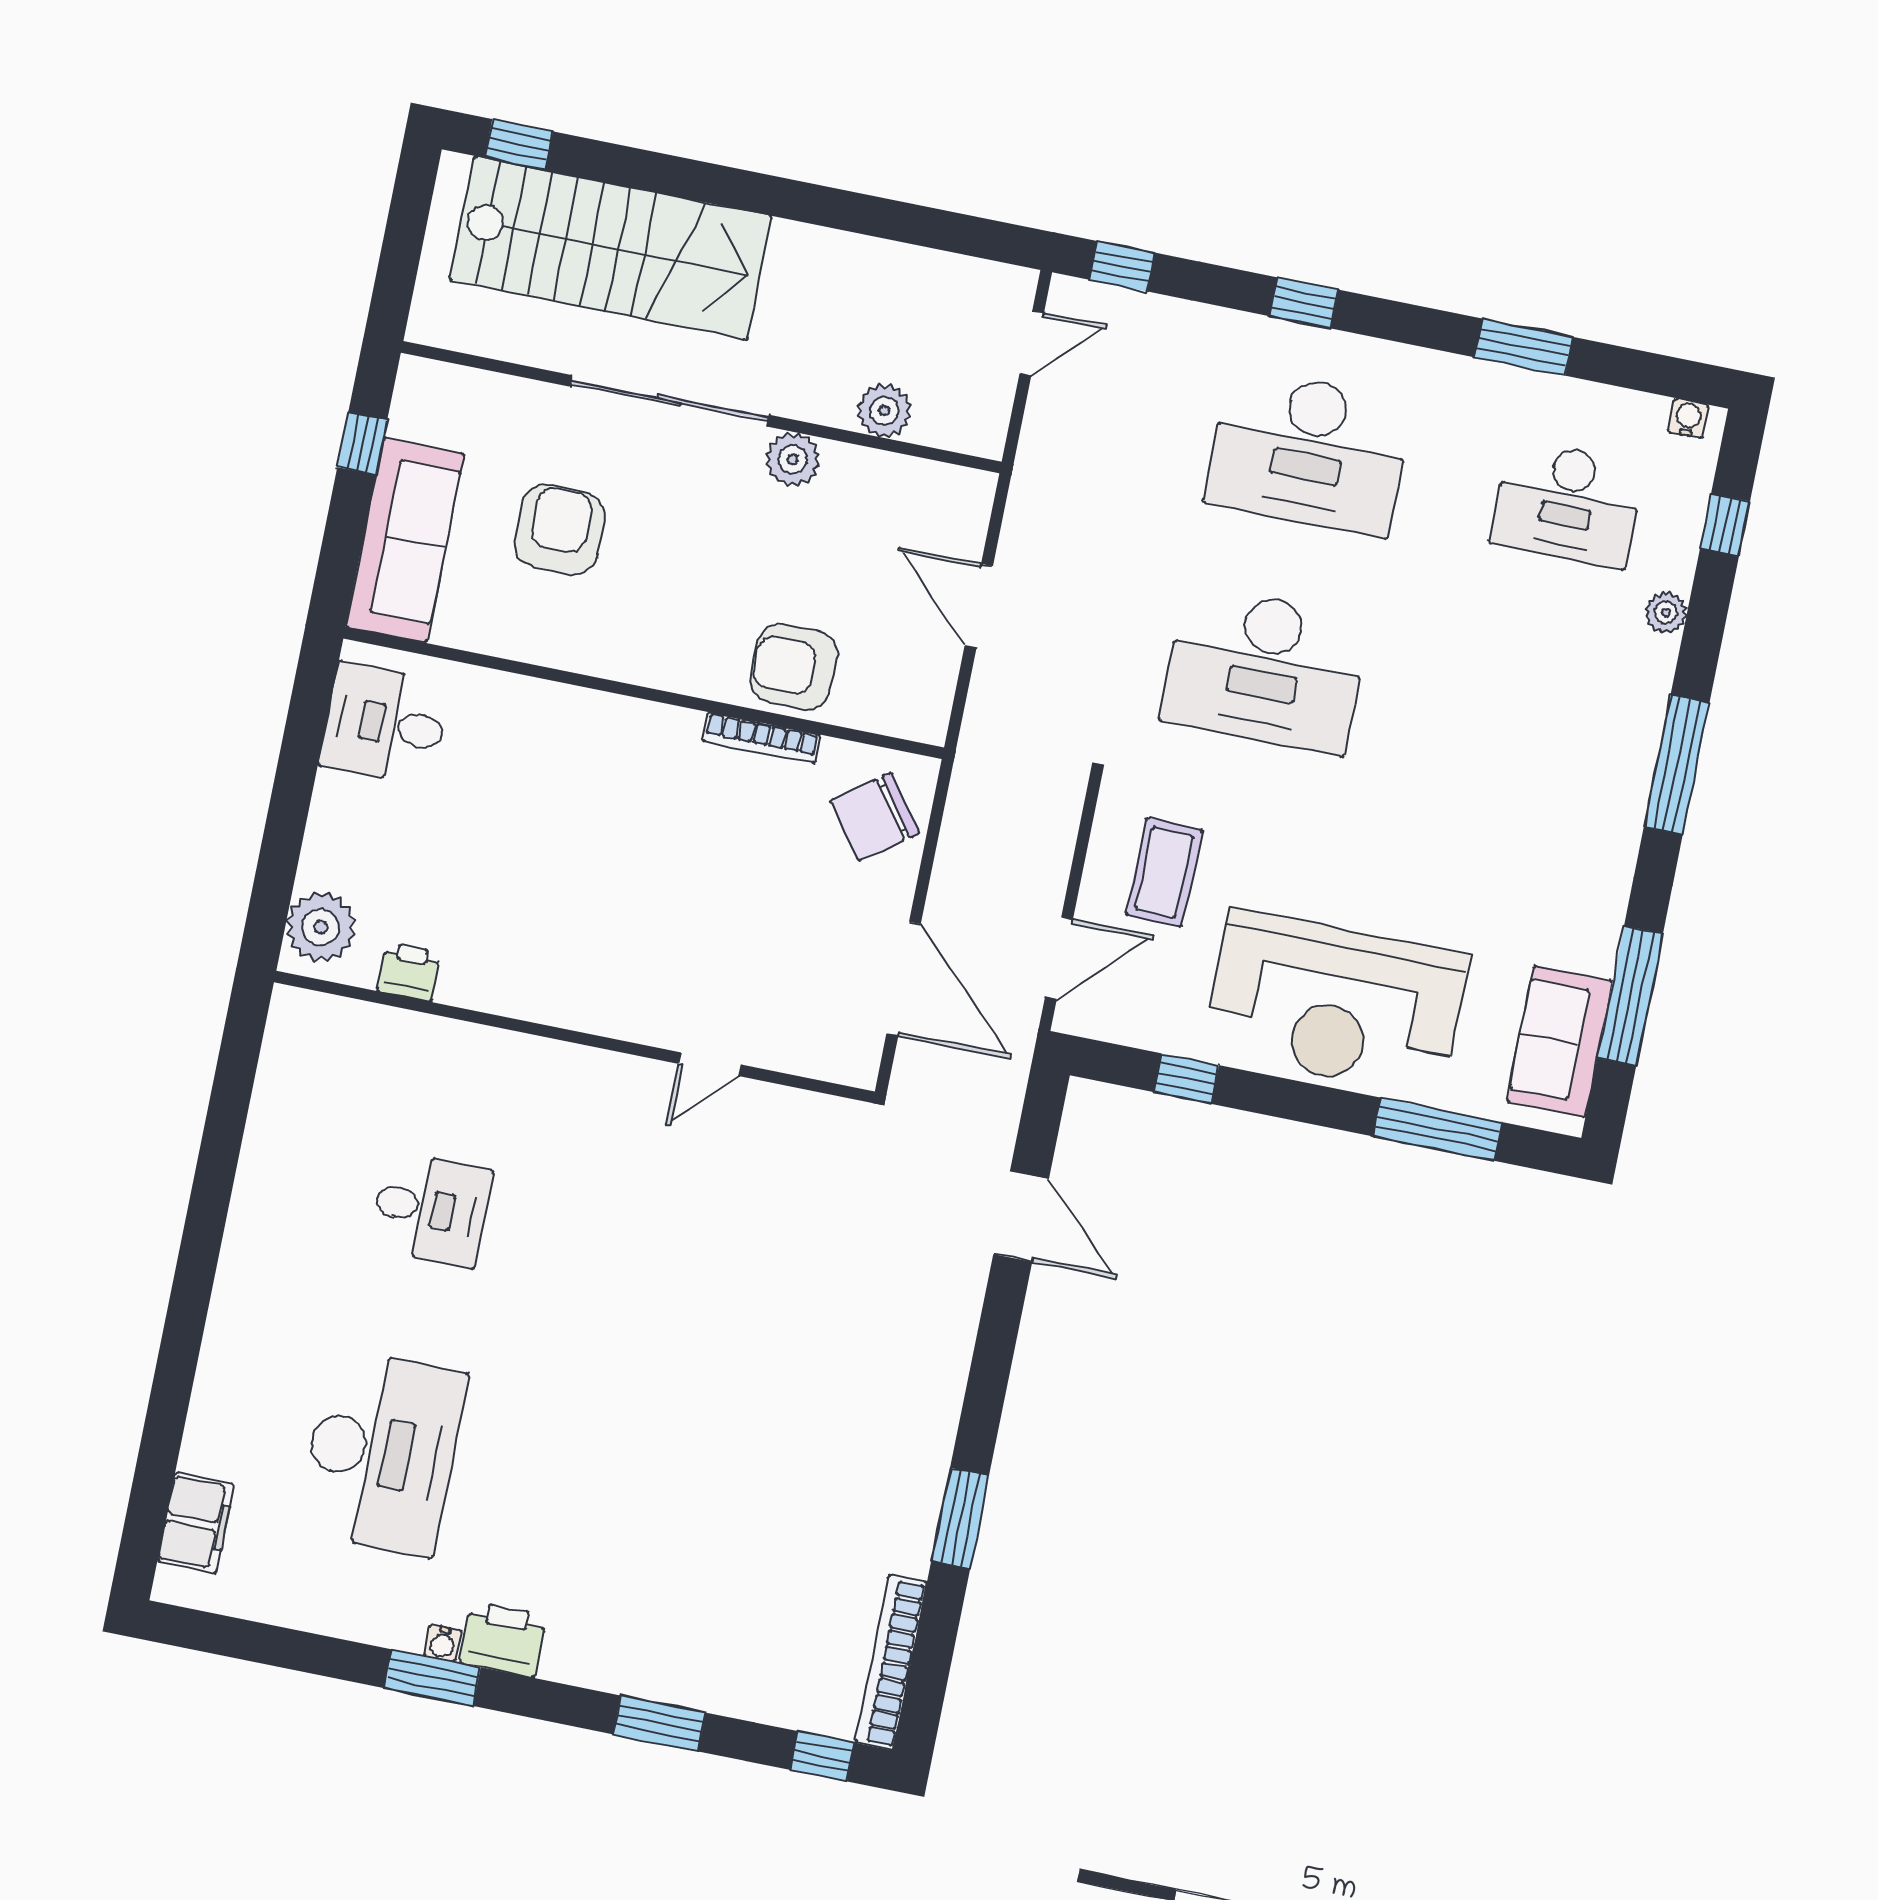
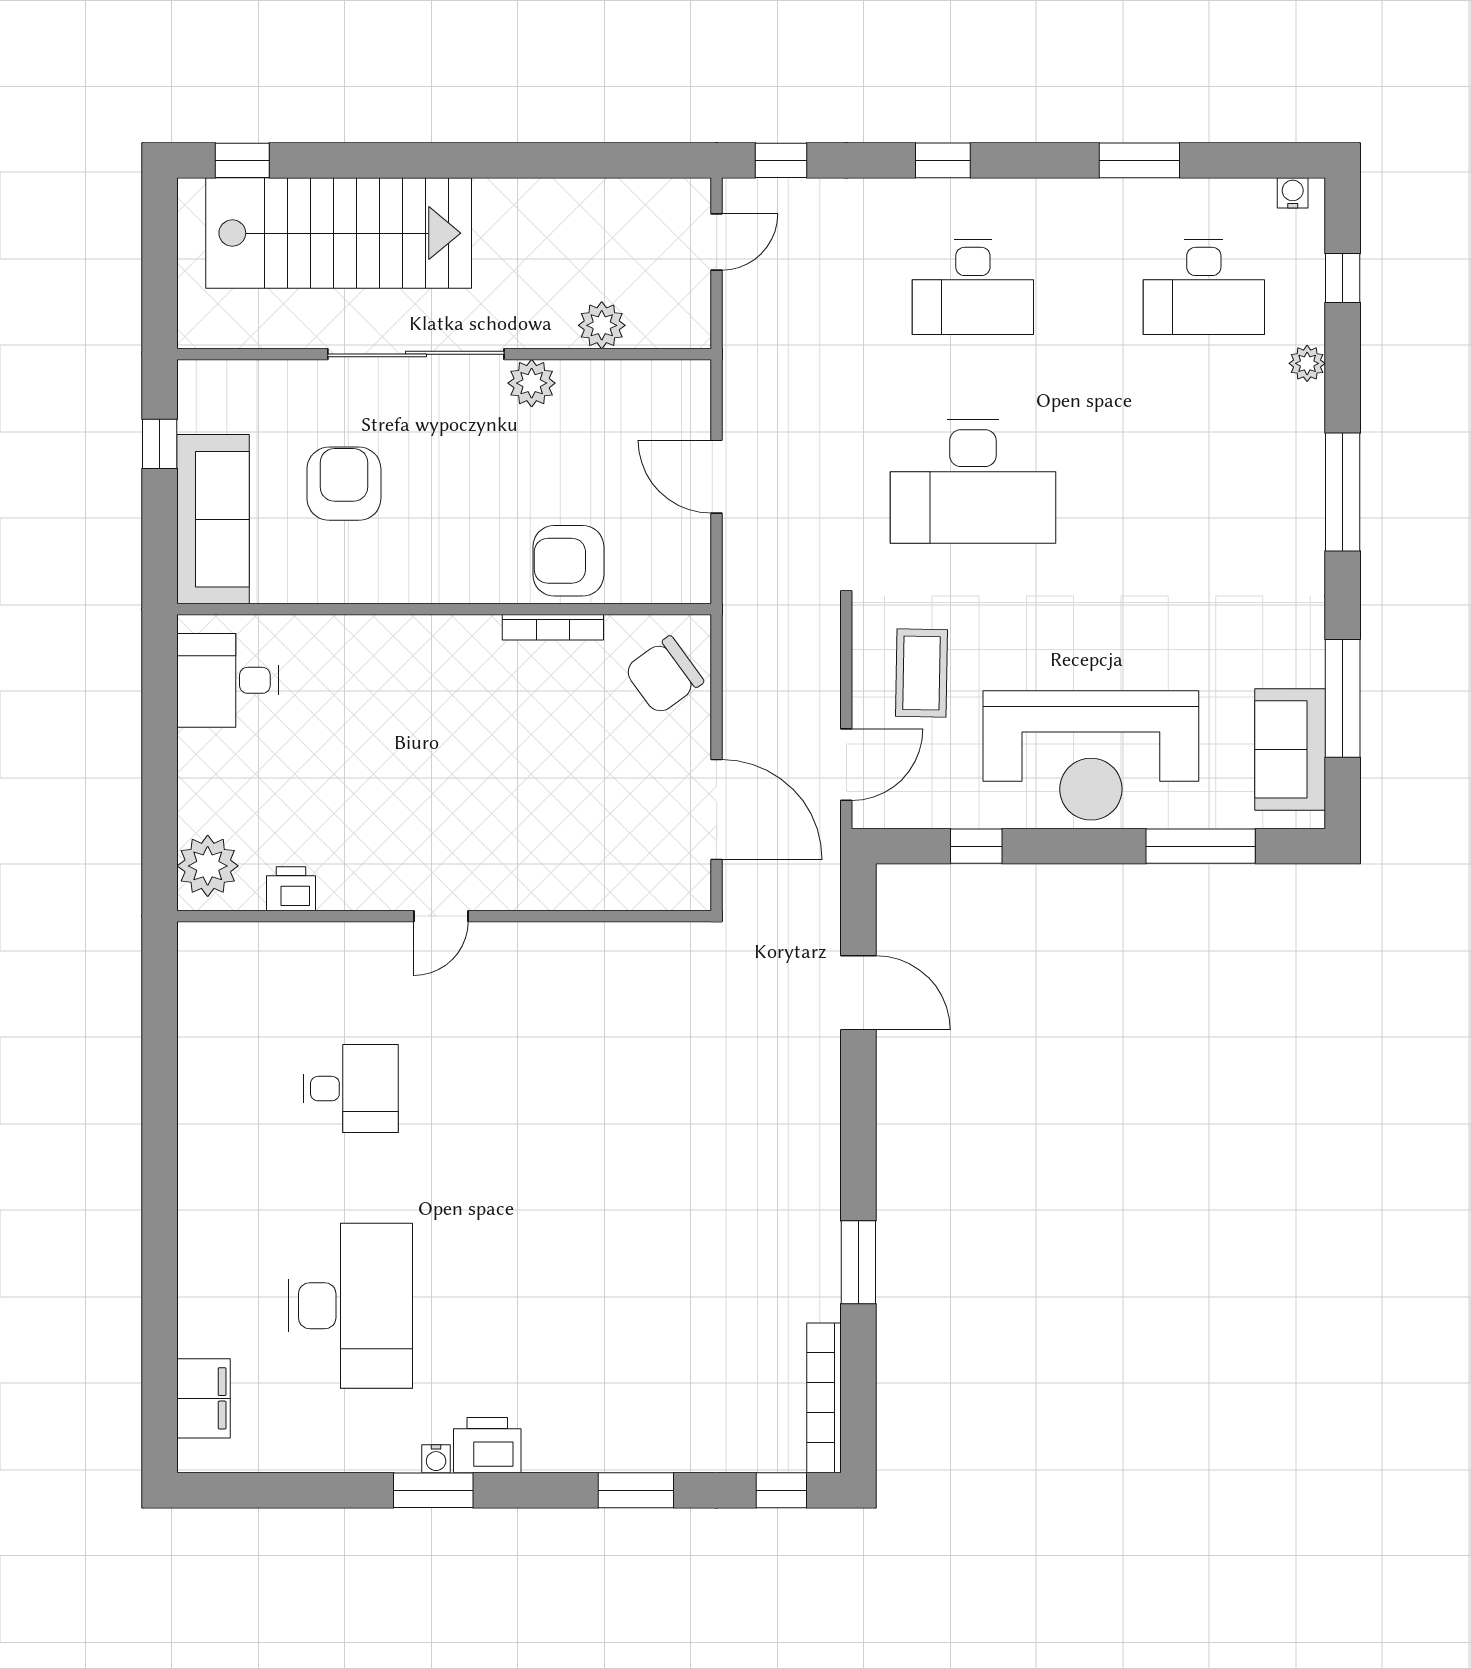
desk: (1309, 452) -> (973, 287), width x0.73, depth x0.77
door: (710, 1064) -> (441, 916), moved

